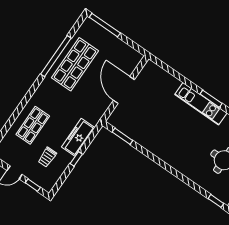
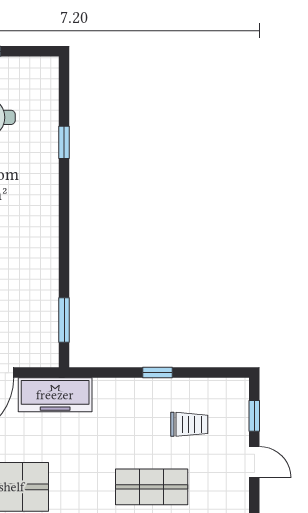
freezer: (78, 137) -> (55, 395), moved
window: (216, 201) -> (64, 142), moved

